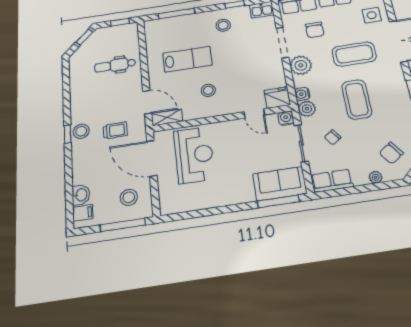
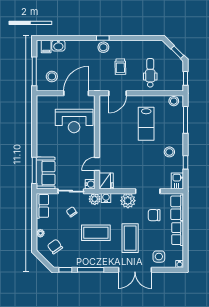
stool: (208, 90) -> (174, 101), moved
shelving: (167, 117) -> (104, 106), removed
trolley: (115, 130) -> (120, 67), moved

